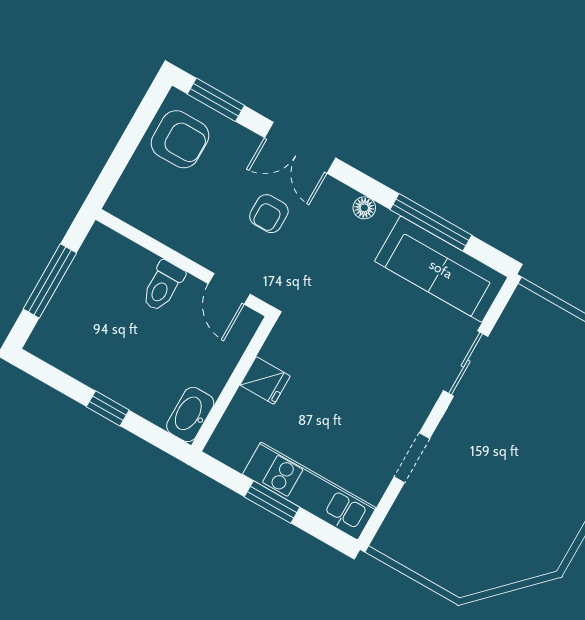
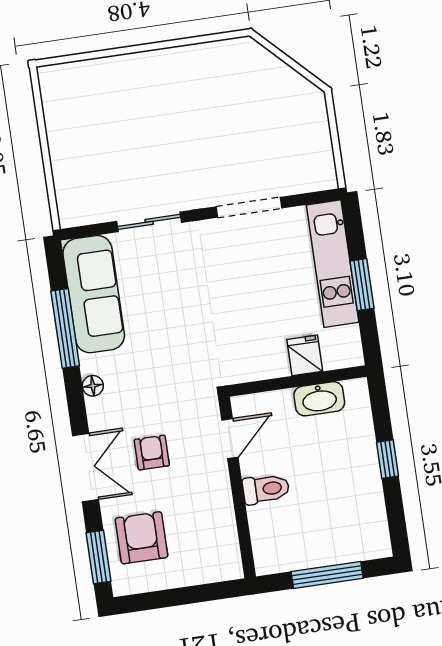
armchair: (180, 139) -> (141, 538), moved
armchair: (269, 214) -> (152, 453), turned -90
fridge: (265, 380) -> (305, 355), moved
washbasin: (190, 414) -> (319, 399), moved
doorway: (412, 458) -> (249, 207), width x1.38

